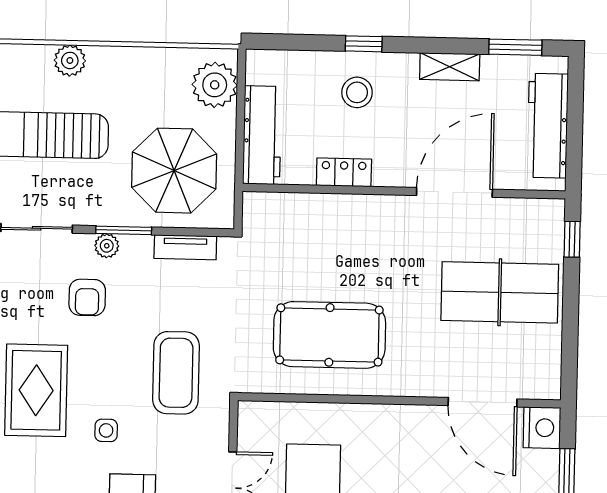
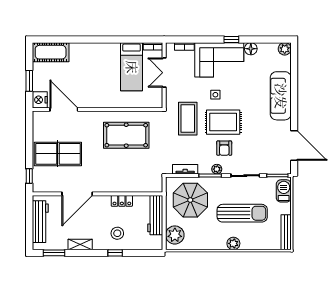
armchair: (87, 297) -> (224, 148), turned 180
rug: (36, 390) -> (223, 122), moved, turned 90

